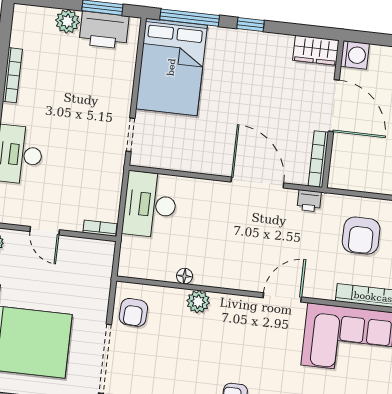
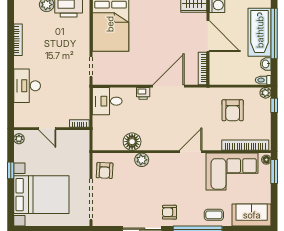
door: (257, 182) -> (168, 86), hinge flipped
printer: (309, 201) -> (143, 93), moved
desk: (150, 205) -> (107, 101), width x0.73
floor lamp: (185, 276) -> (132, 142), width x1.89, depth x1.89

